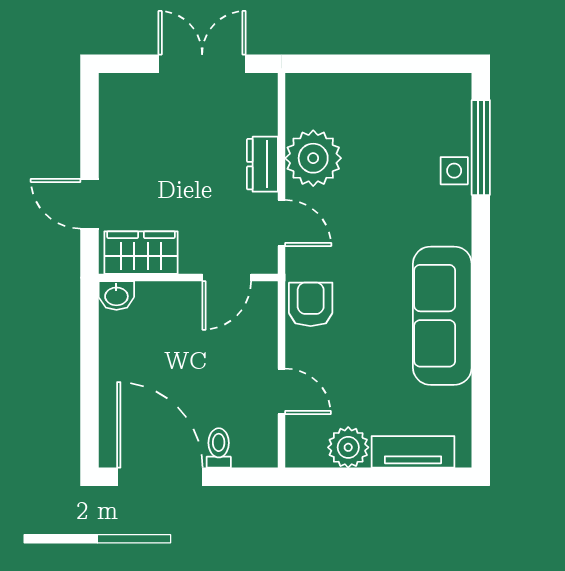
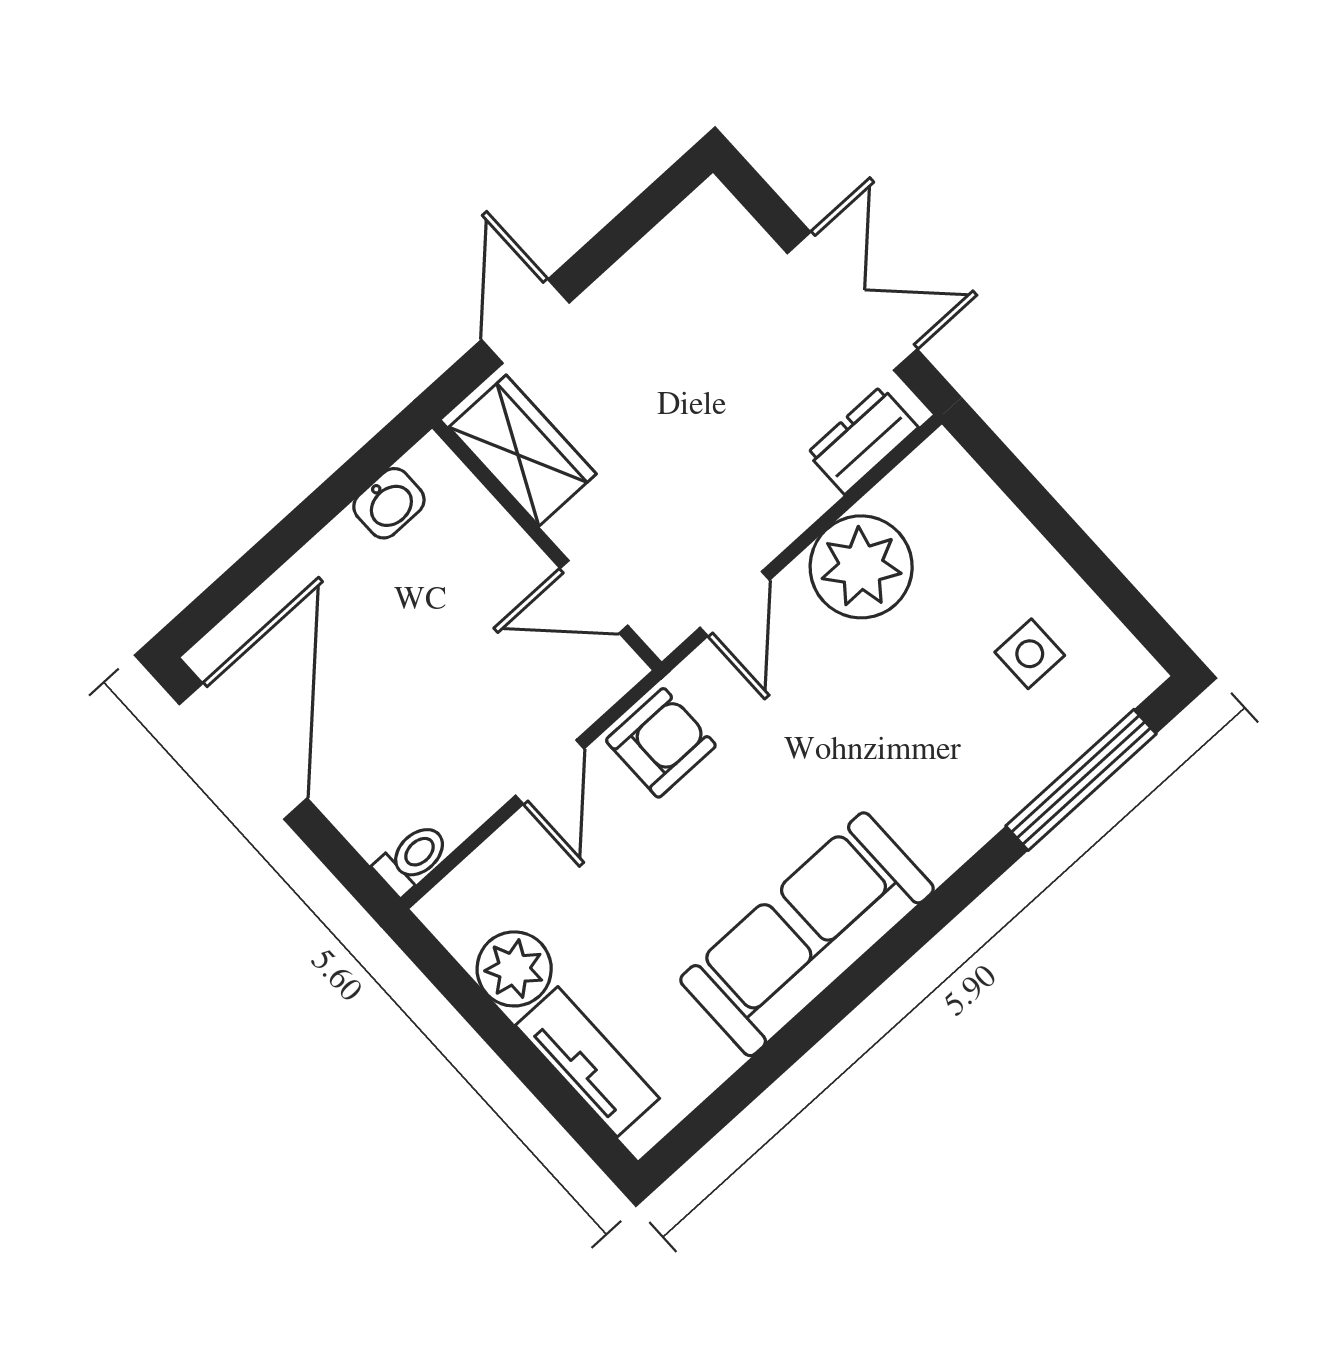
dresser: (262, 164) -> (863, 440), moved
side table: (454, 171) -> (1030, 654), moved
washbasin: (116, 296) -> (389, 503), moved, turned -90
door: (282, 391) -> (550, 772), moved
toilet: (219, 448) -> (412, 858), moved

